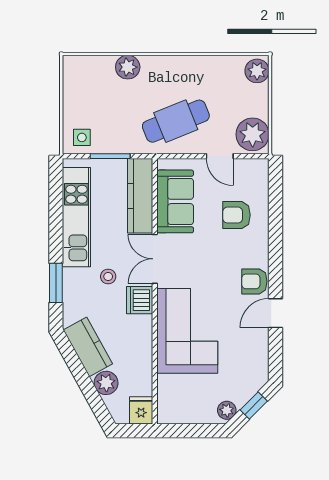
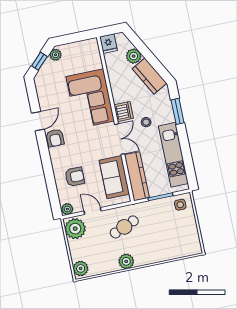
plant: (128, 67) -> (126, 261), moved
cafe table: (176, 121) -> (124, 227), width x0.73, depth x0.74
plant: (258, 167) -> (67, 209), added
armchair: (254, 281) -> (55, 138), turned 90

